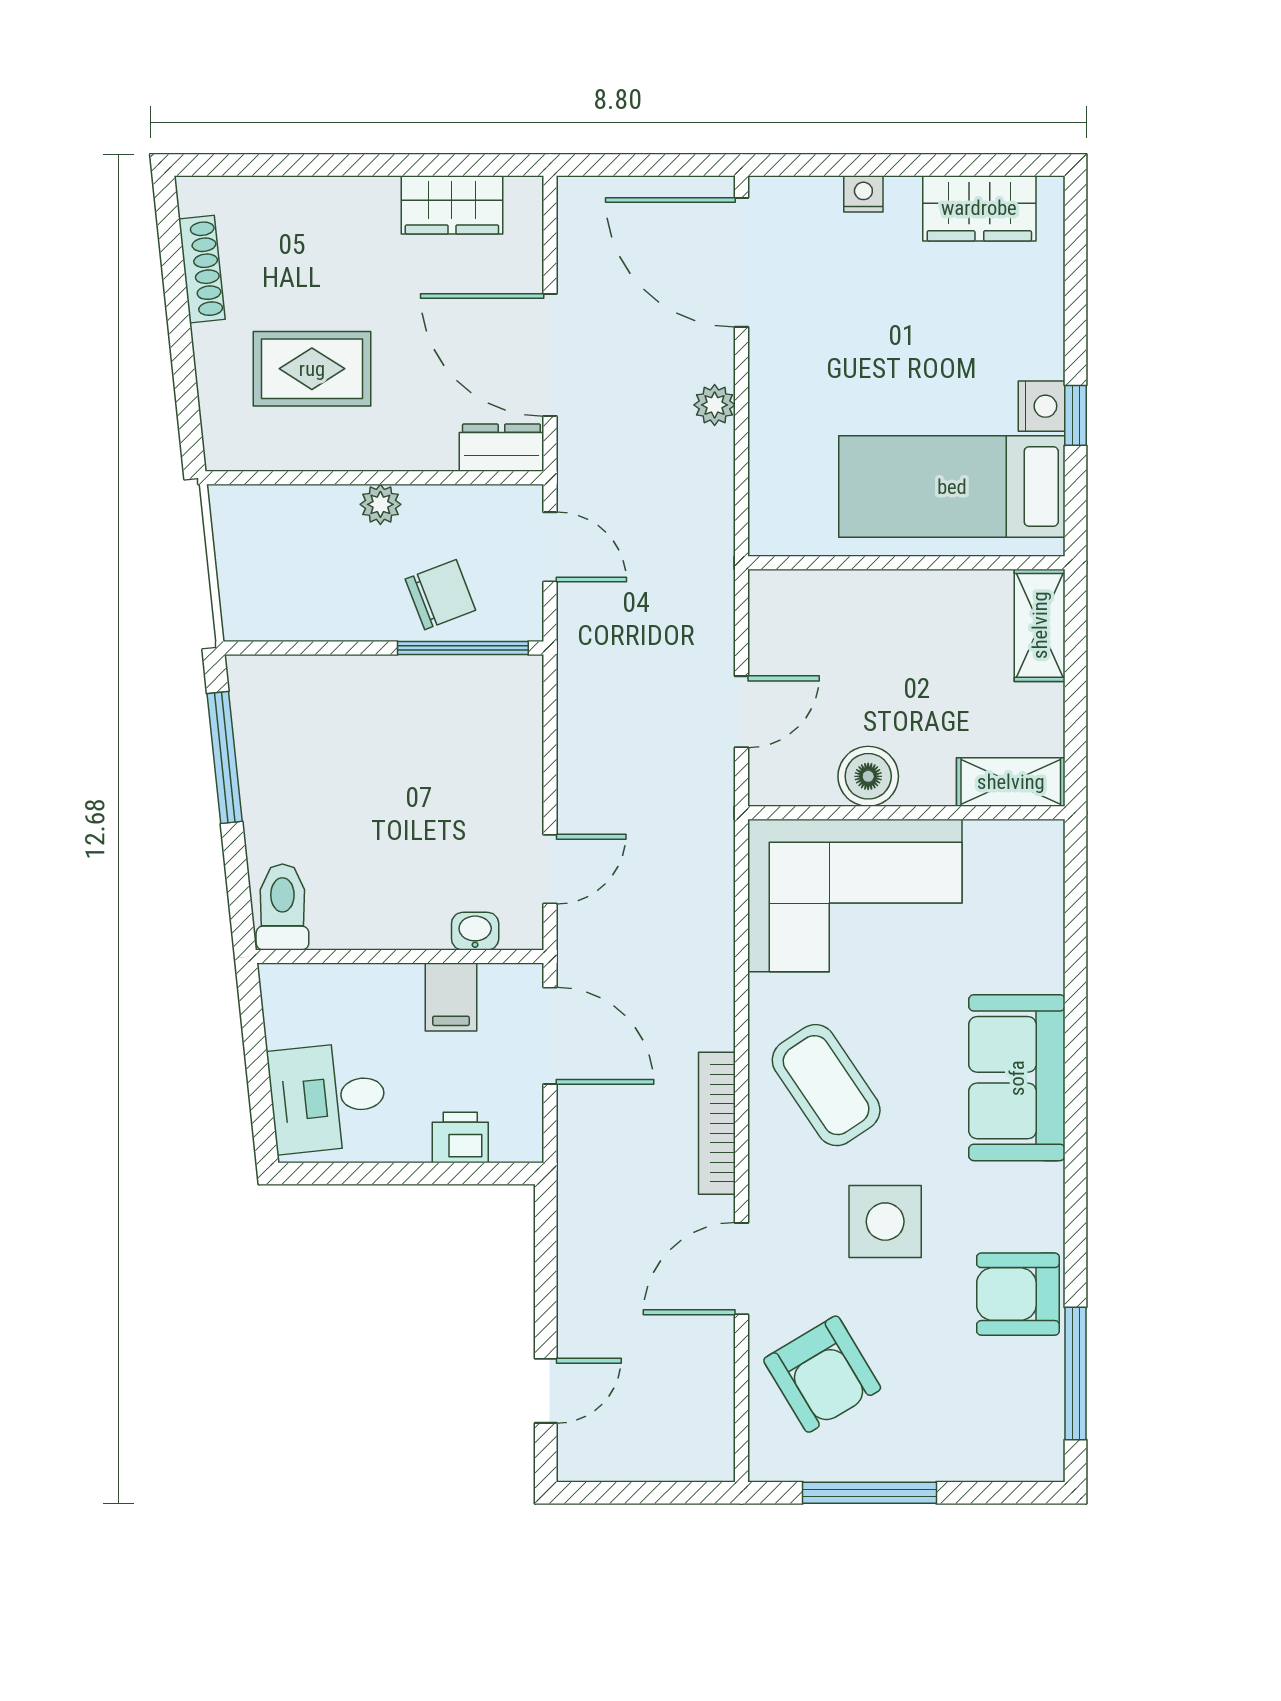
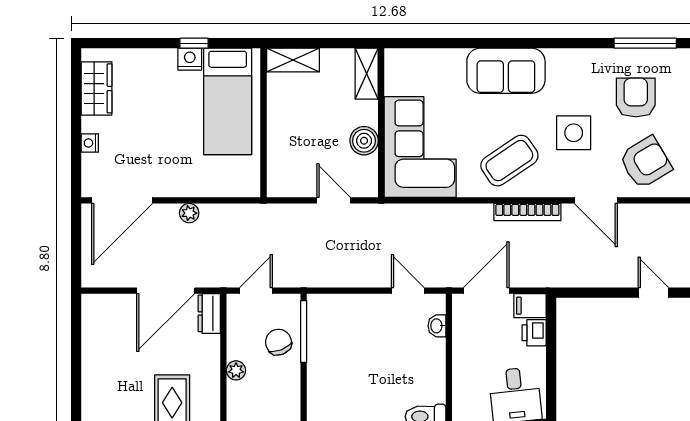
wardrobe: (452, 205) -> (95, 337), removed
filing cabinet: (451, 997) -> (530, 306), moved, turned 180
armchair: (1018, 1294) -> (636, 97), moved, turned 180

